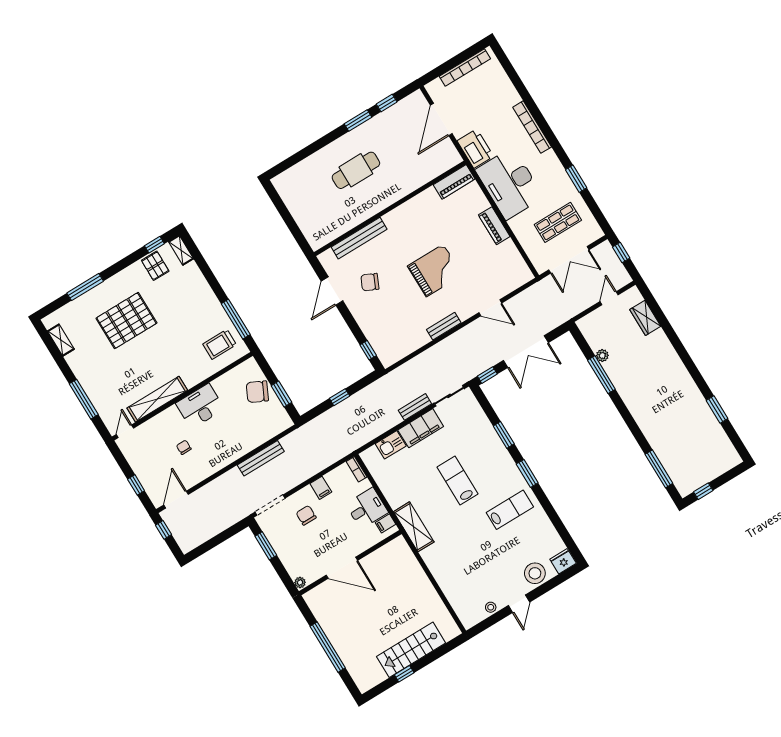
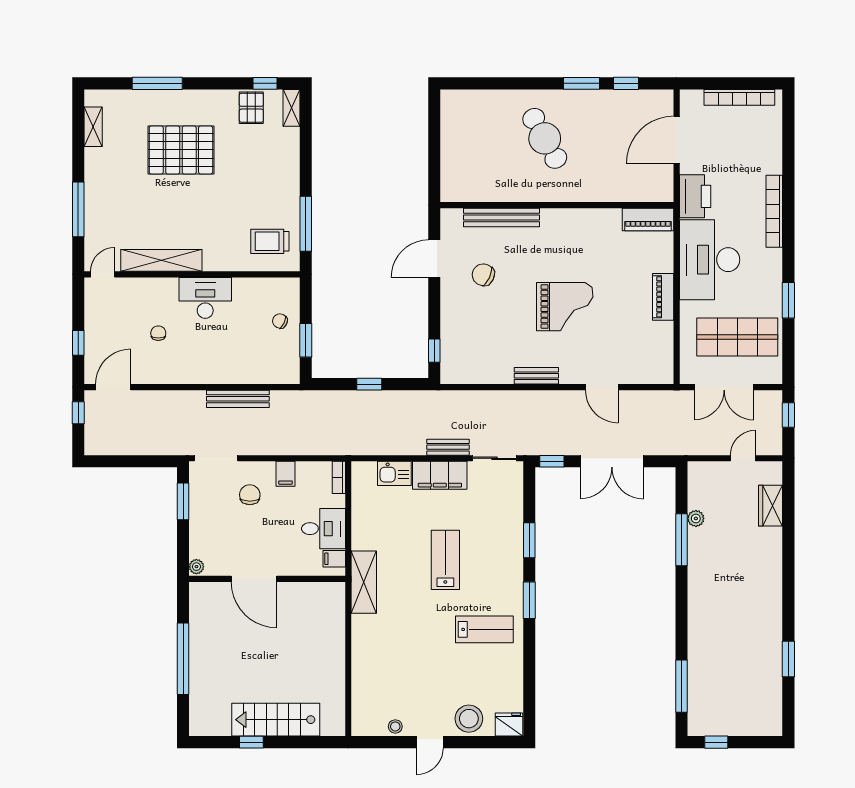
cafe table: (356, 170) -> (545, 138), turned 61
shop shelf: (558, 222) -> (737, 337), width x1.43, depth x1.36
chair: (257, 392) -> (280, 321), width x0.54, depth x0.54

